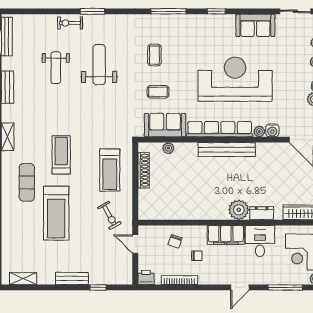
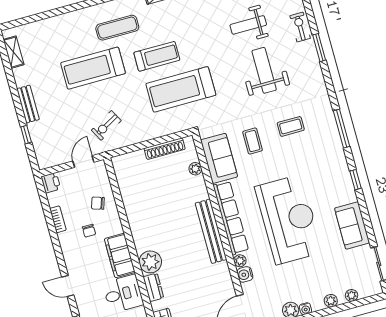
weight bench: (99, 65) -> (264, 70), turned -90
treadmill: (110, 170) -> (181, 89), moved, width x1.37, depth x1.38
bookcase: (179, 280) -> (58, 219), width x0.64

